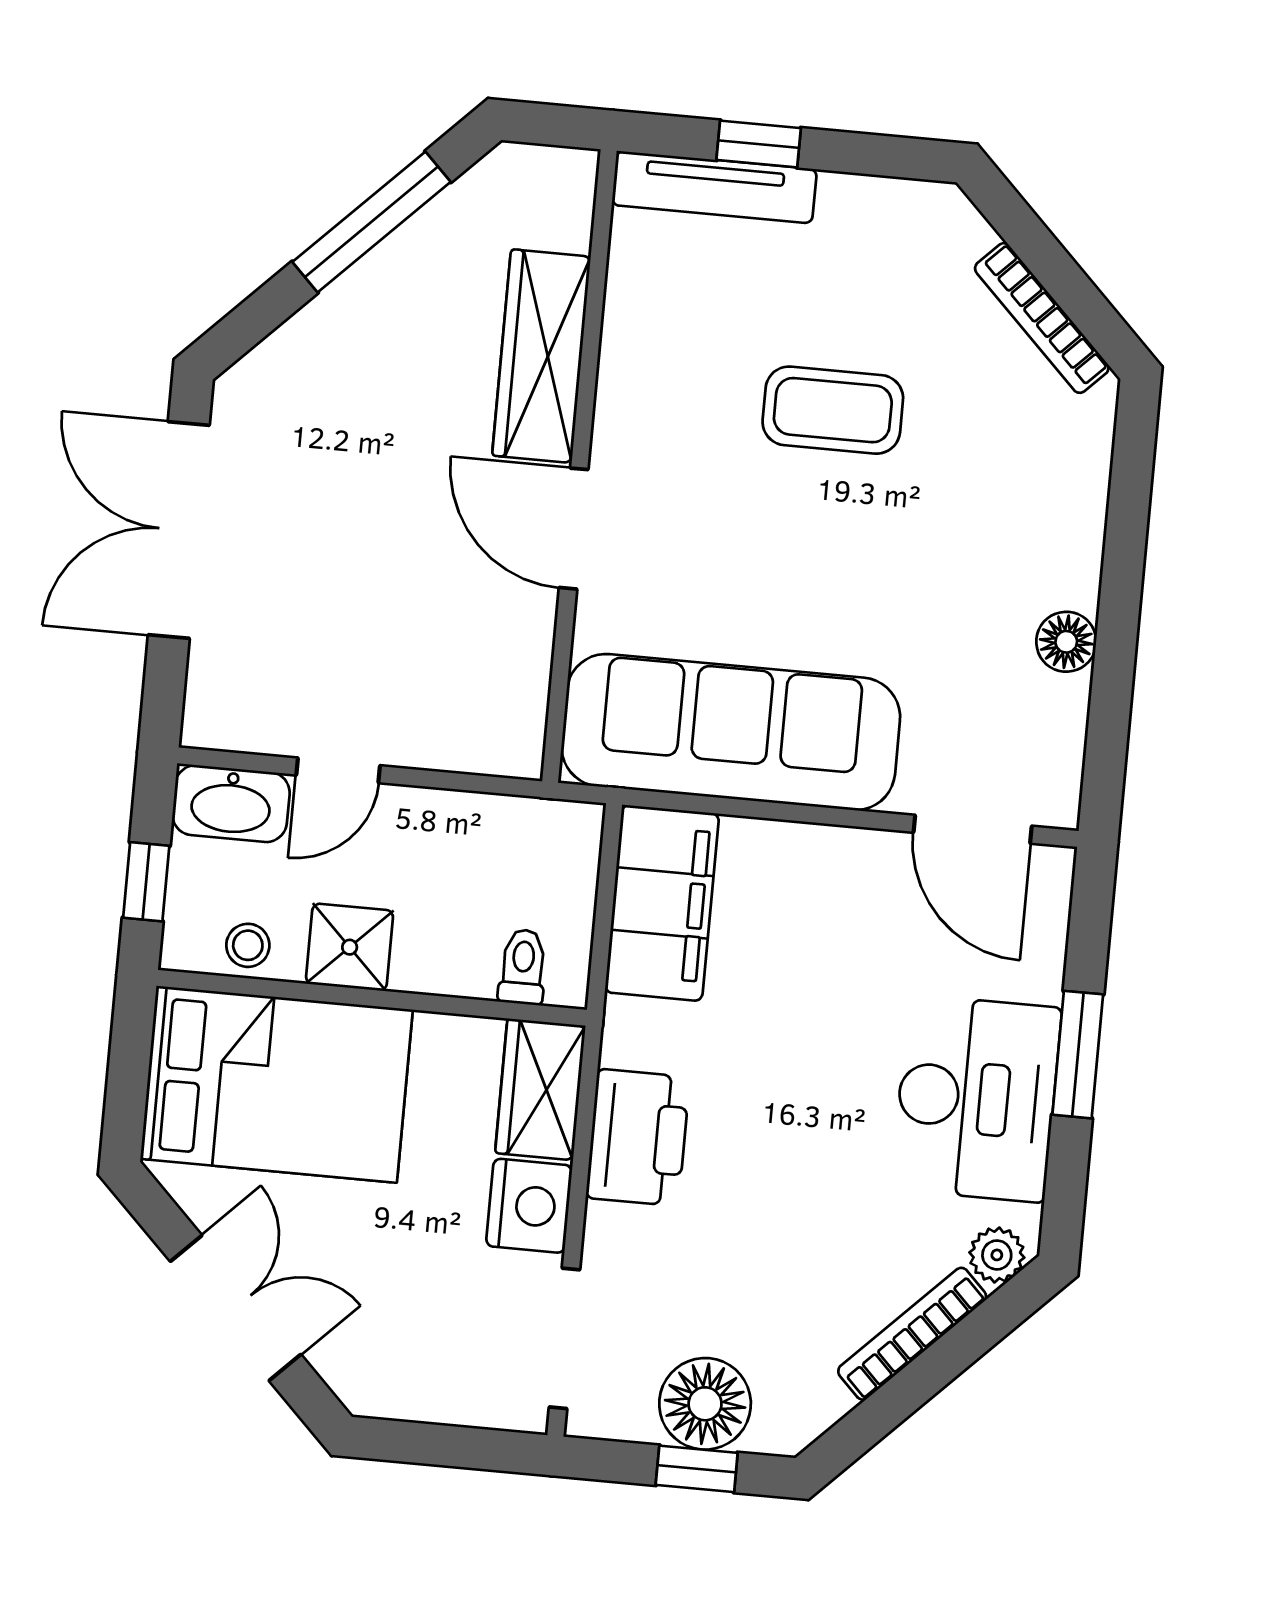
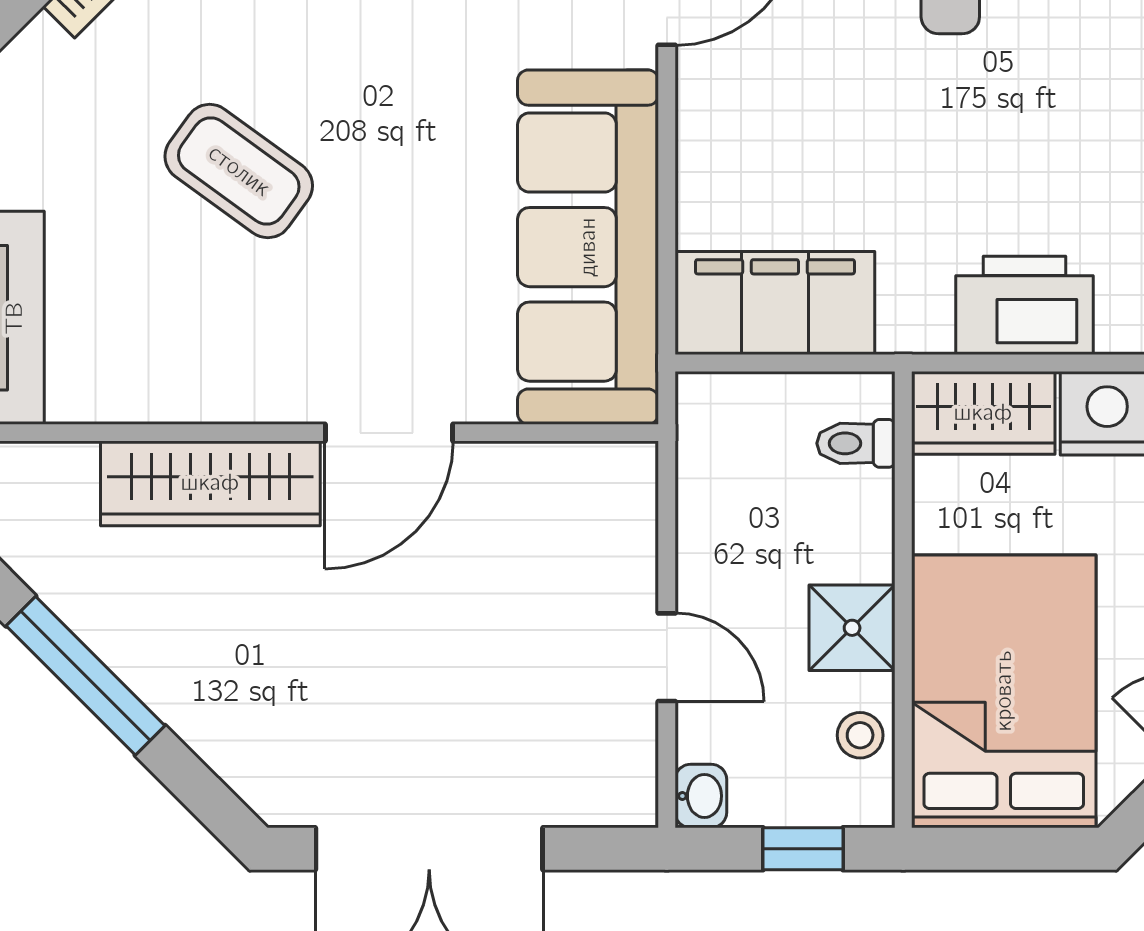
coffee table: (833, 410) -> (239, 171), turned -54
washbasin: (231, 804) -> (701, 796), width x0.52, depth x0.69

